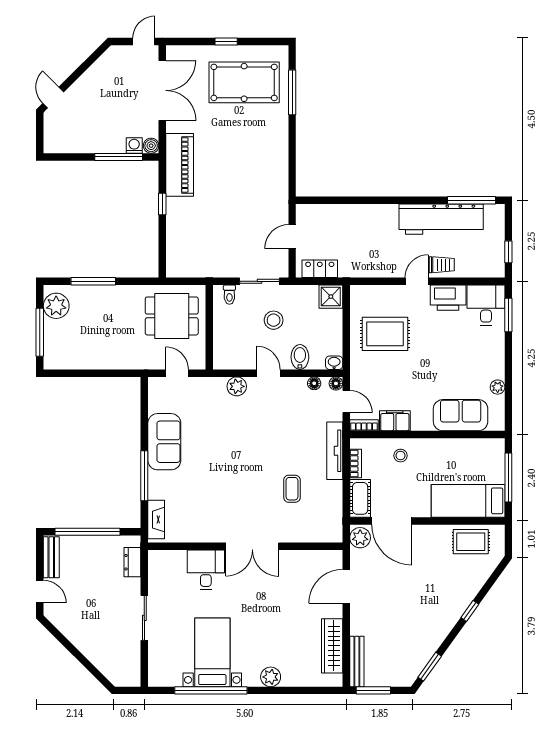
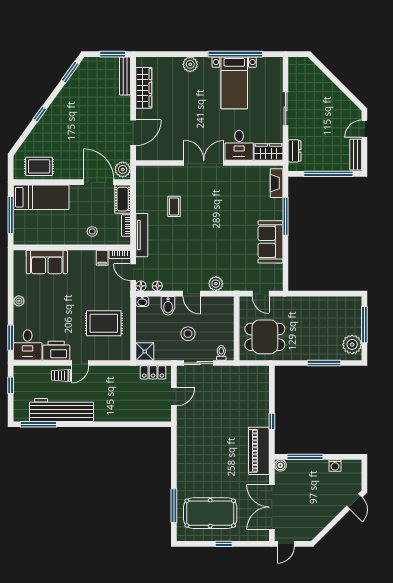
washing machine: (134, 145) -> (335, 466), moved
plant: (498, 387) -> (19, 301), moved
filing cabinet: (395, 421) -> (102, 258), width x0.50
wardrobe: (167, 561) -> (268, 152), added
door: (40, 592) -> (364, 129), hinge flipped

